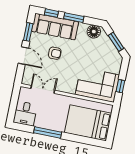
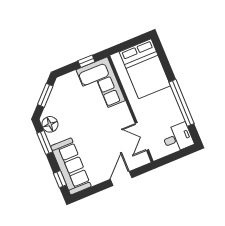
window: (74, 18) -> (45, 142), moved
window: (28, 32) -> (94, 190), removed
armchair: (55, 53) -> (98, 149), removed
window: (48, 133) -> (182, 103), width x1.46

